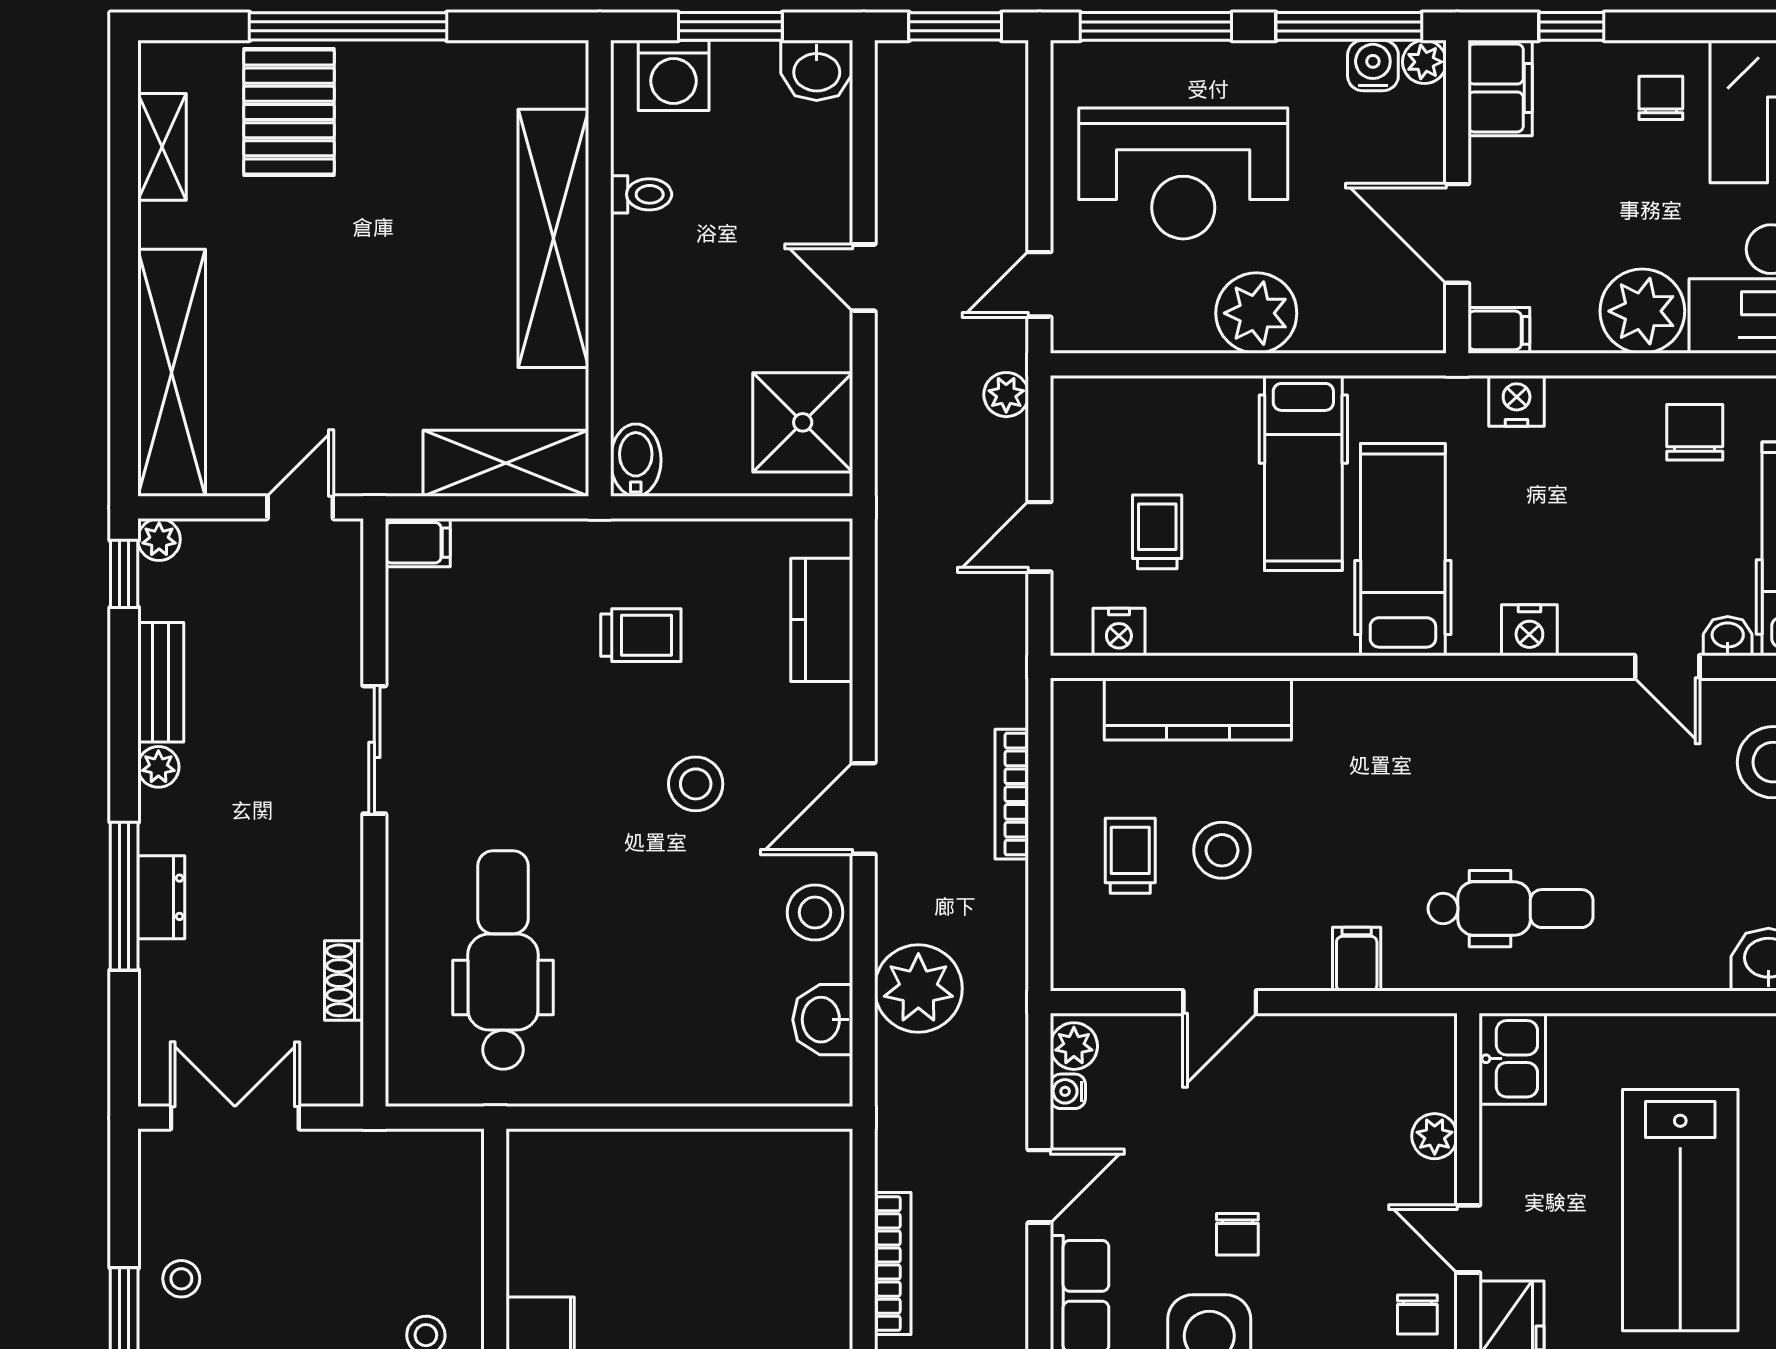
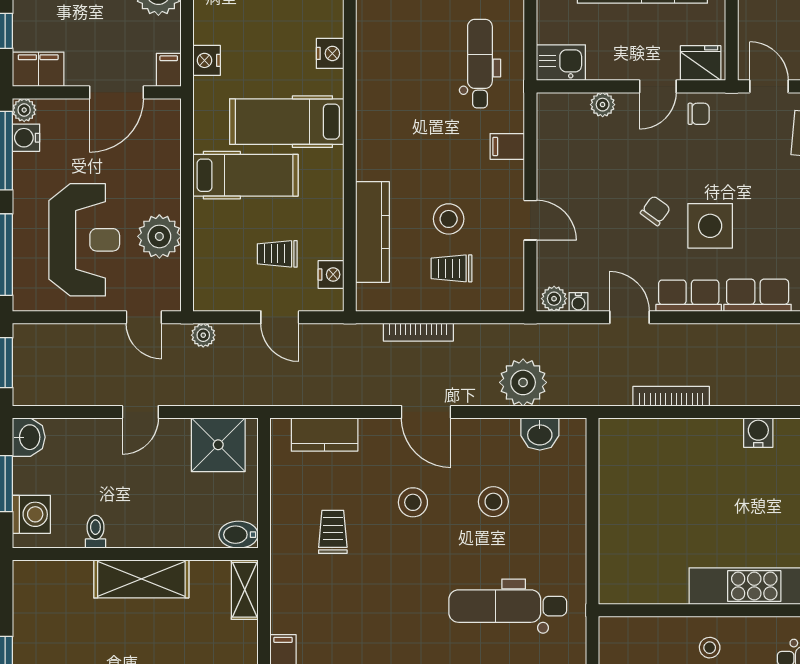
shelving: (553, 238) -> (141, 579), width x0.68
plant: (1256, 313) -> (159, 236), moved
shelving: (506, 463) -> (245, 590), width x0.67, depth x0.75
stool: (815, 912) -> (493, 502), moved
chair: (1237, 1234) -> (655, 211), turned -54

